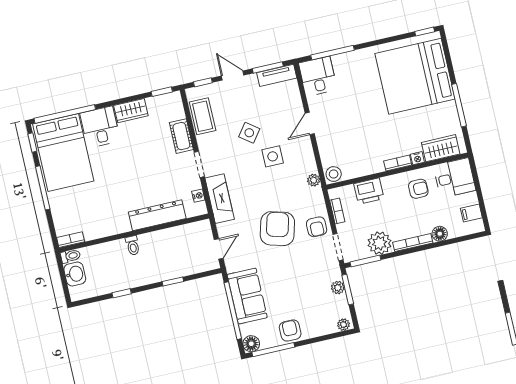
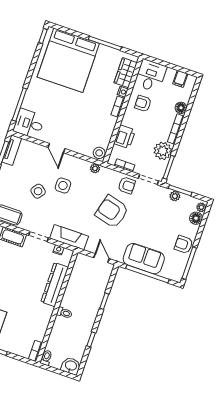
armchair: (418, 189) -> (143, 104), turned -90
washbasin: (75, 274) -> (71, 366), moved
floor lamp: (251, 344) -> (196, 218), moved

